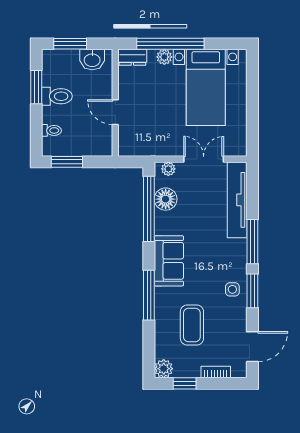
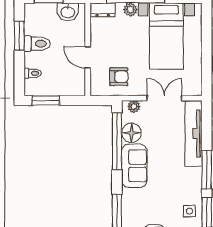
armchair: (151, 134) -> (119, 77), added
sofa: (169, 261) -> (134, 166), moved

